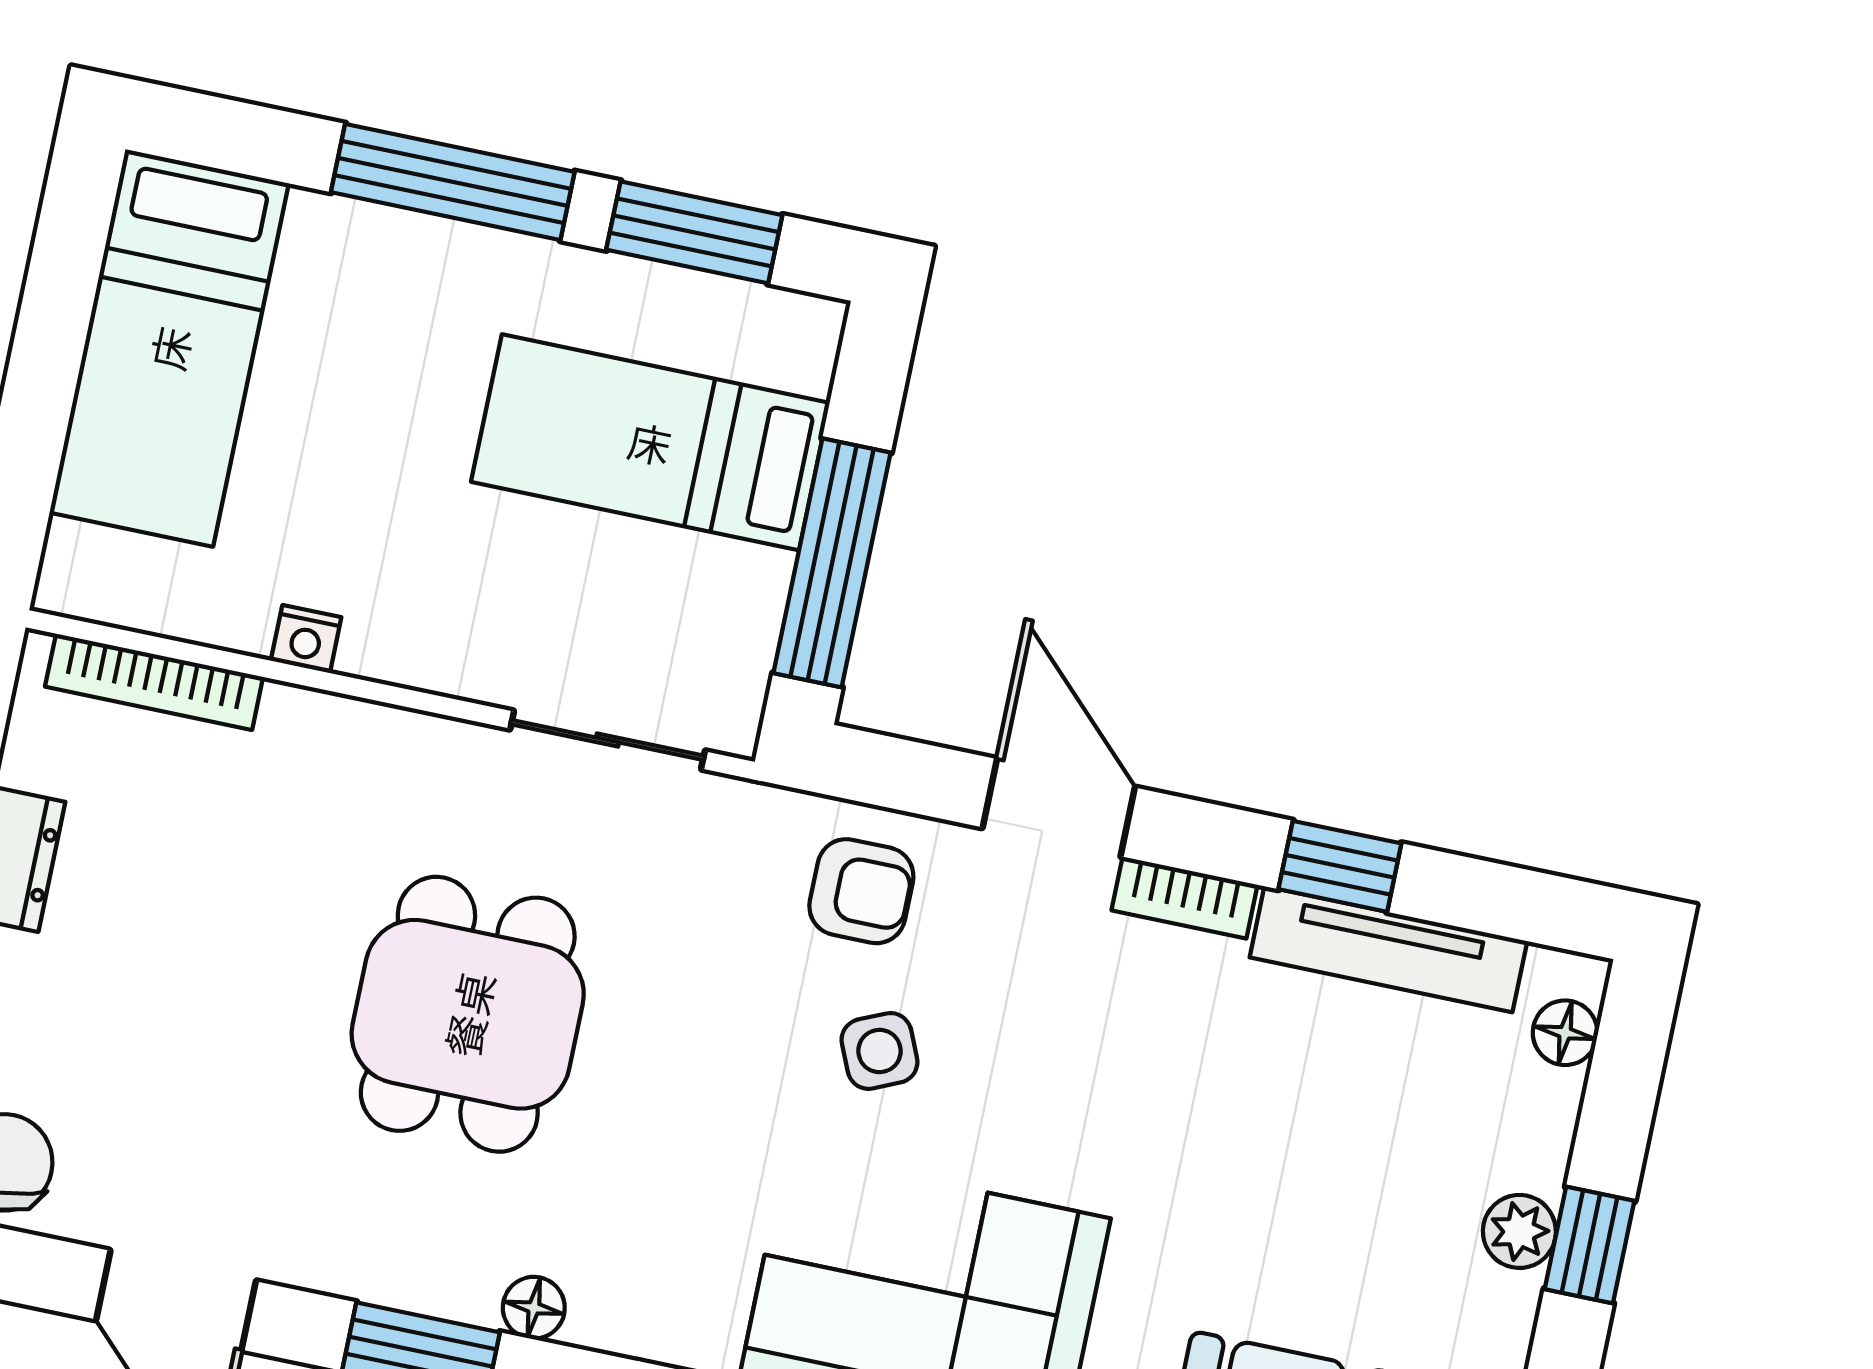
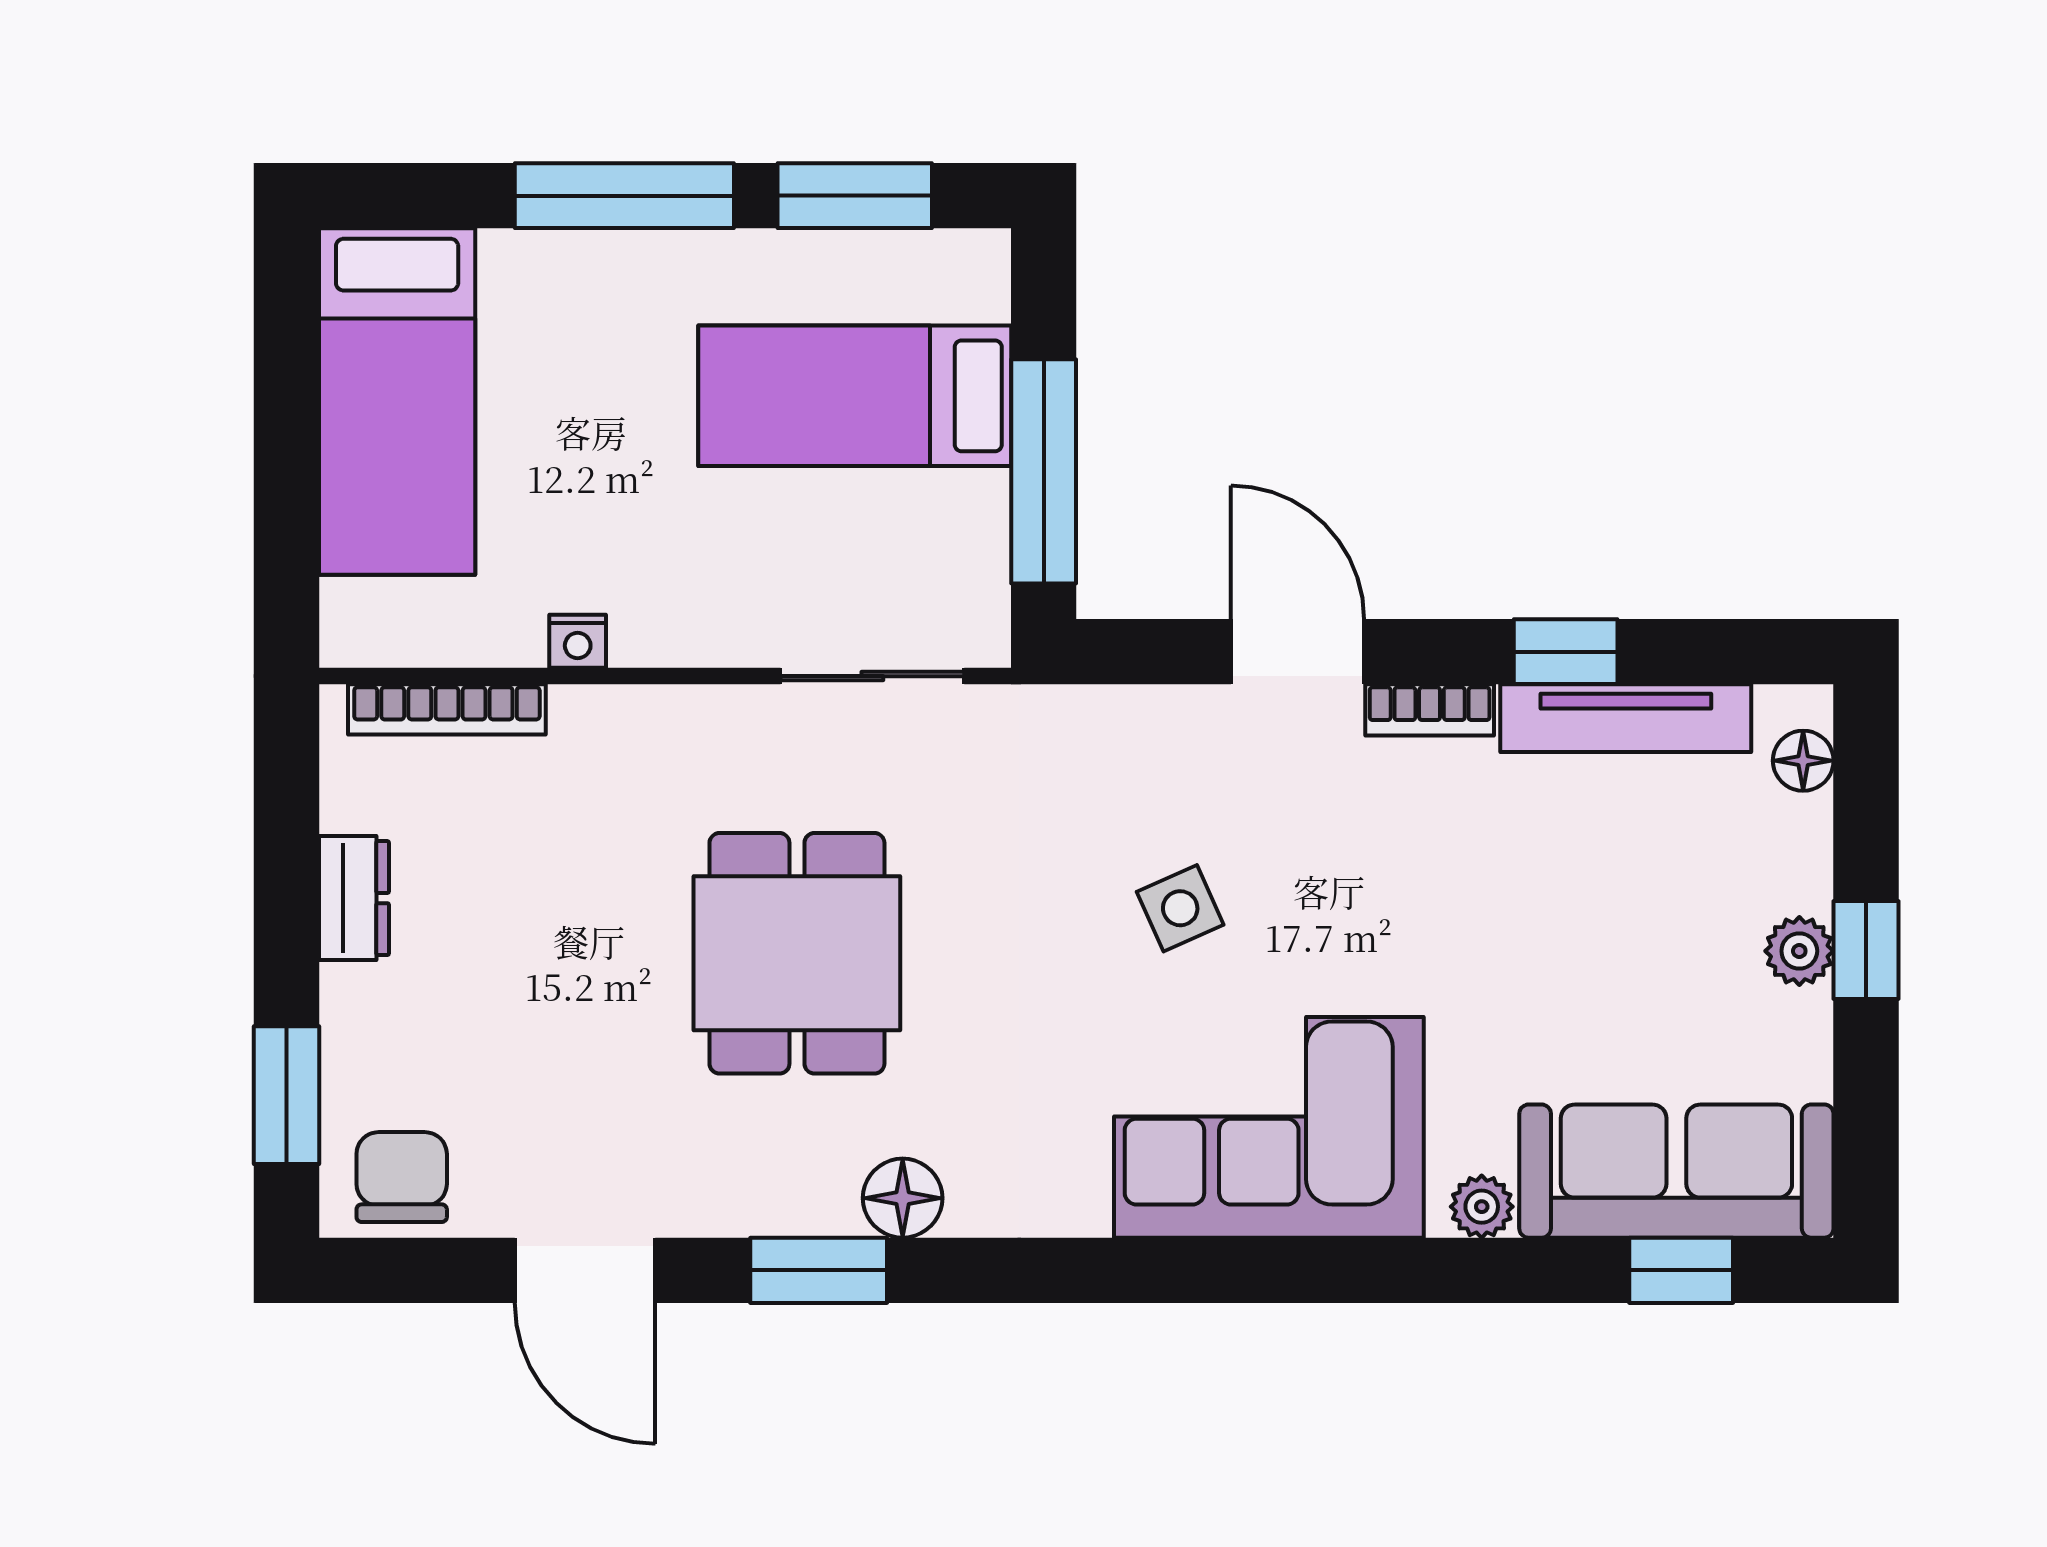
armchair: (861, 891) -> (1133, 766), removed
floor lamp: (534, 1308) -> (903, 1198), width x1.37, depth x1.37

